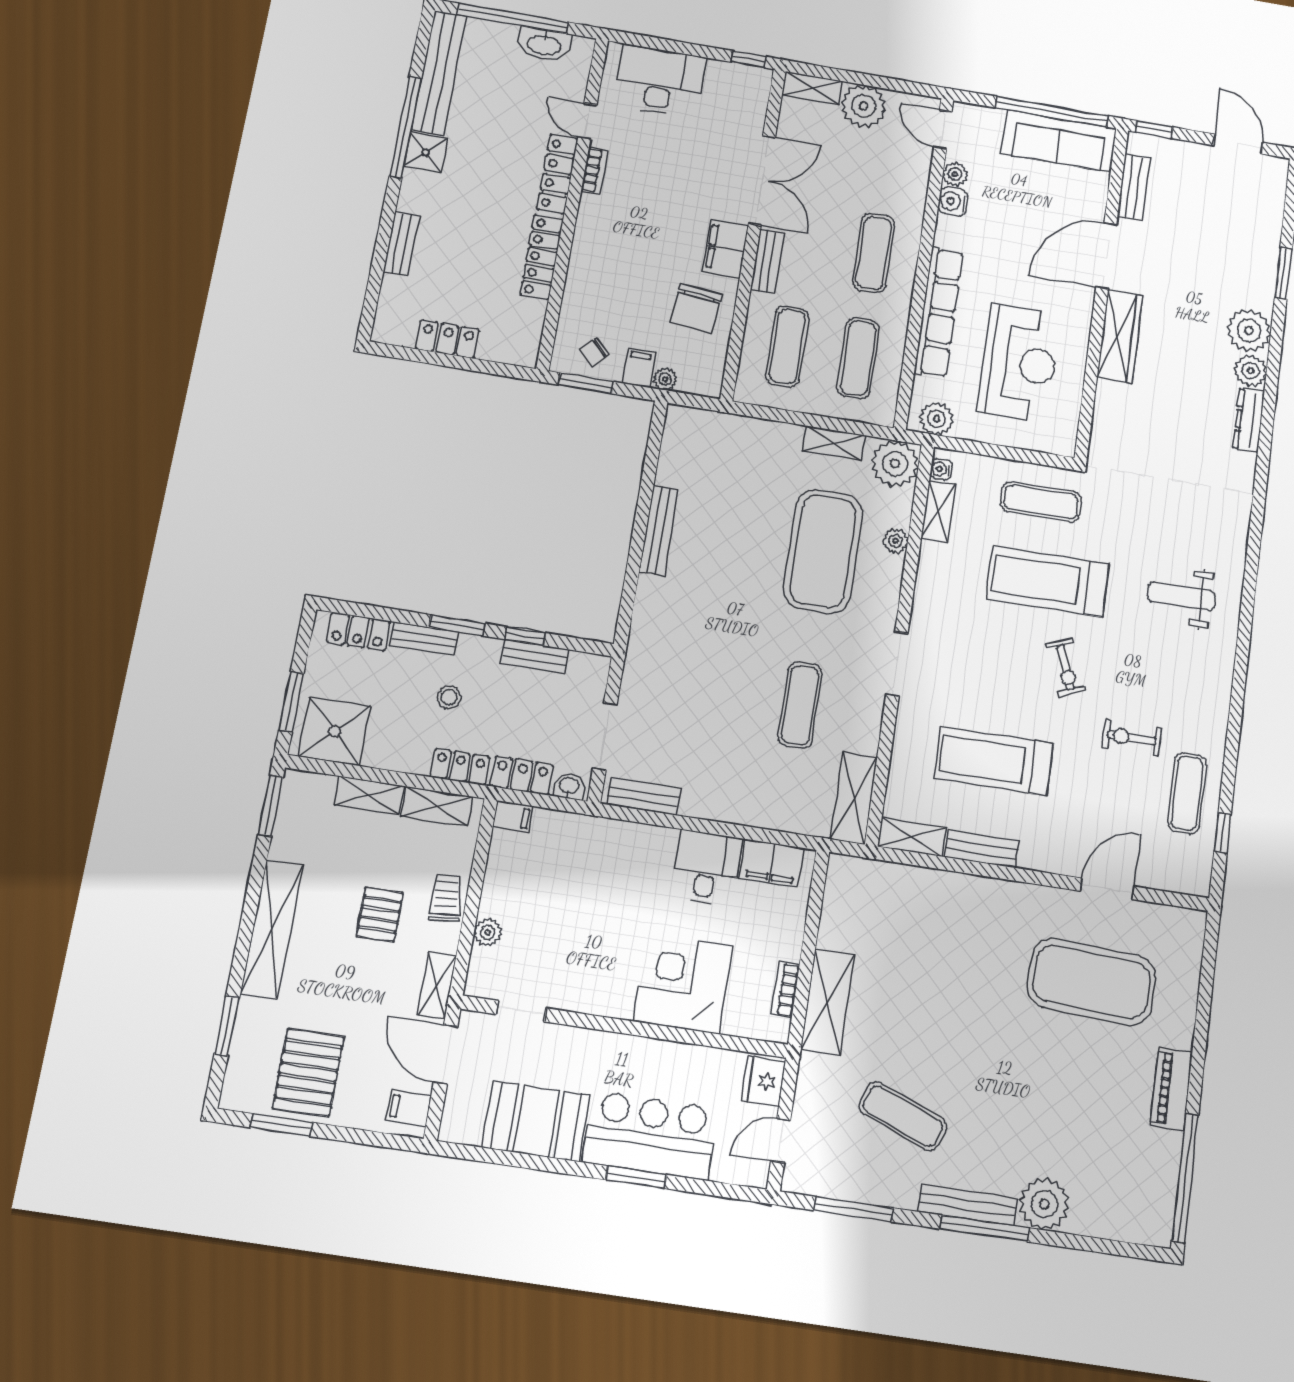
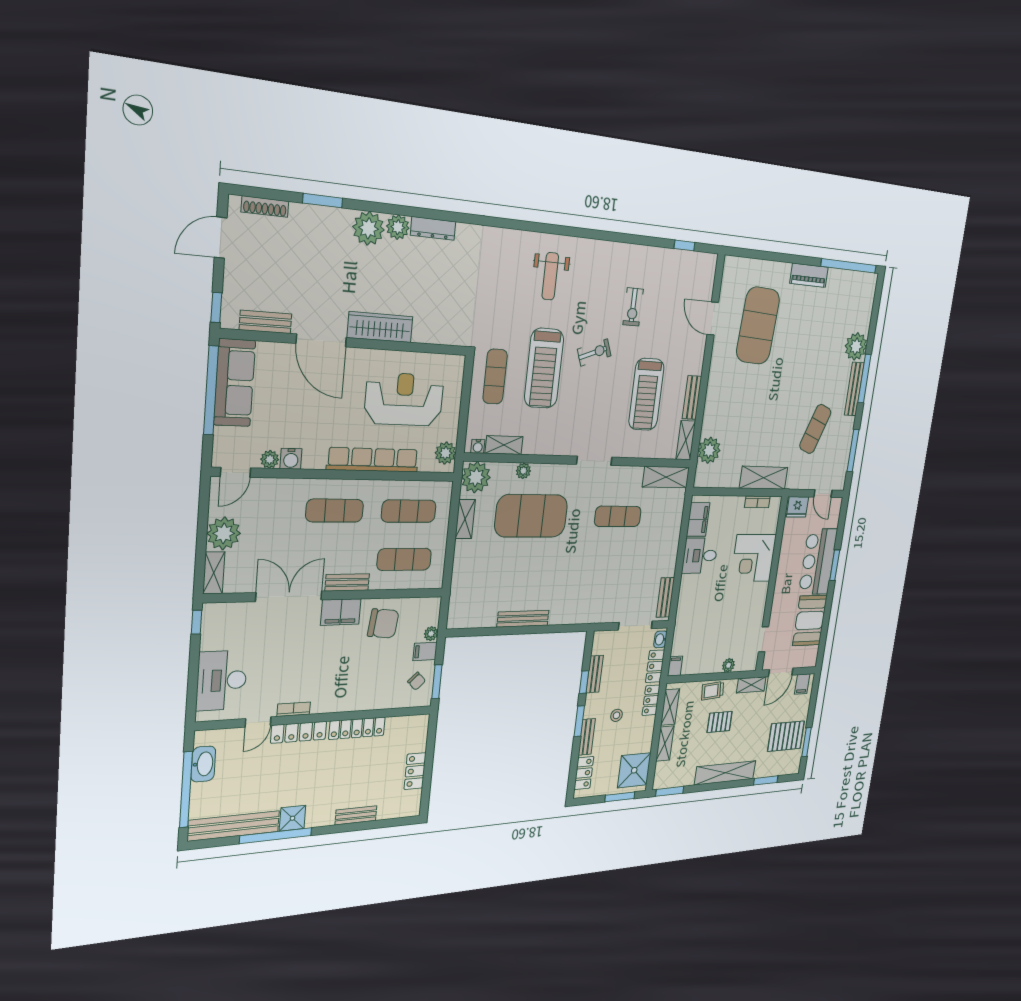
shoe rack: (1275, 201) -> (265, 207), added
exercise mat: (1187, 793) -> (663, 269), removed
plant: (889, 885) -> (709, 450), added

